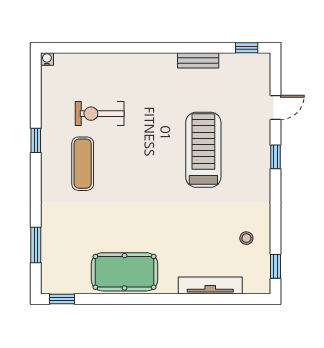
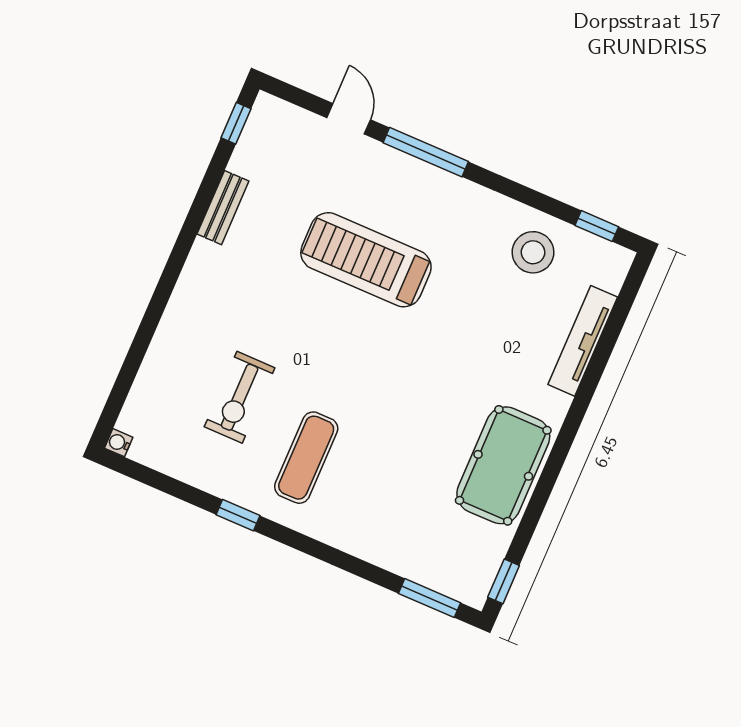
window: (275, 157) -> (426, 152), width x2.17
exercise mat: (83, 164) -> (306, 458), turned 90
stool: (246, 238) -> (533, 252), width x1.89, depth x1.89
window: (36, 245) -> (430, 598), moved

